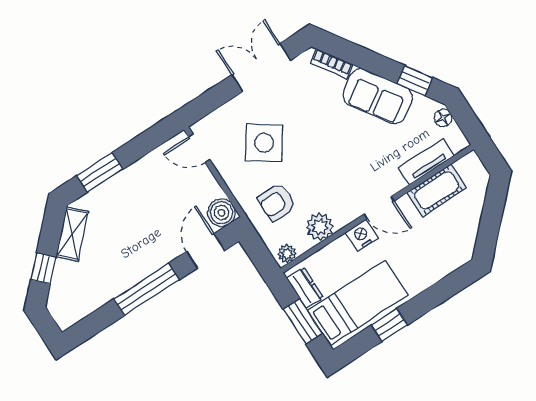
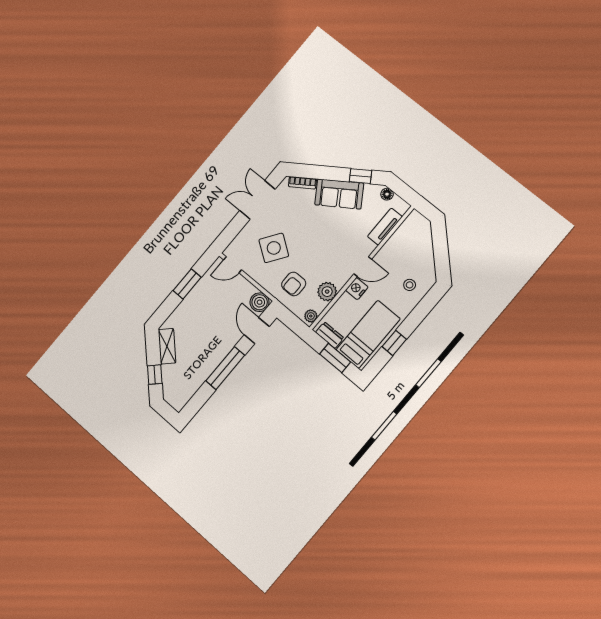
window: (100, 172) -> (187, 284), moved
cot: (437, 190) -> (398, 243), removed
stool: (435, 253) -> (410, 285), added

